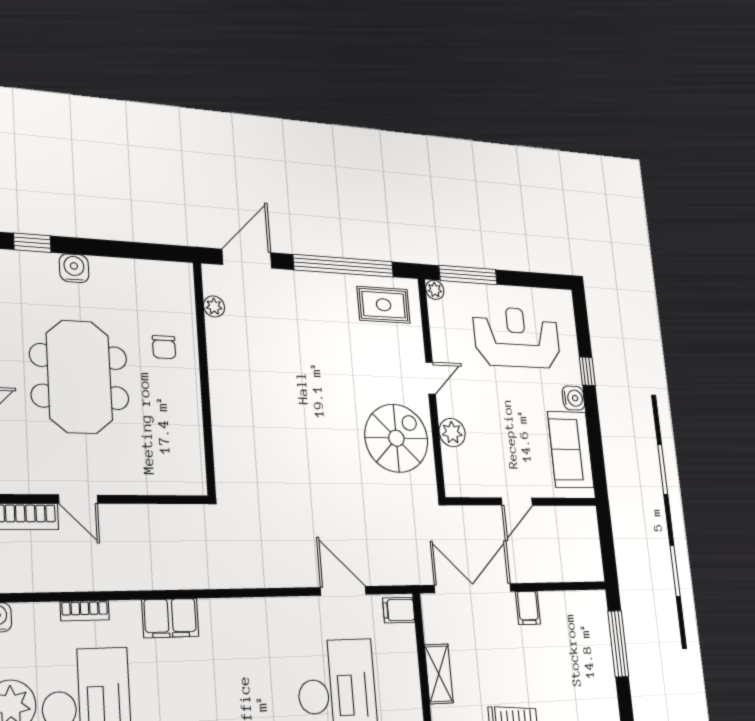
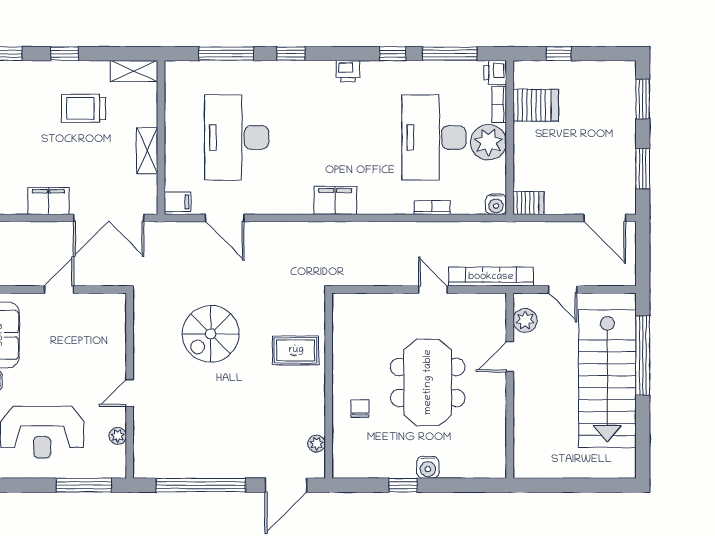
window: (32, 243) -> (403, 485), moved
plant: (435, 290) -> (118, 436), moved
rug: (384, 305) -> (296, 350), moved
plant: (452, 433) -> (114, 347), removed
spiral stairs: (396, 438) -> (211, 334), moved
filing cabinet: (528, 608) -> (48, 201), width x2.00
filing cabinet: (170, 618) -> (335, 200), moved

